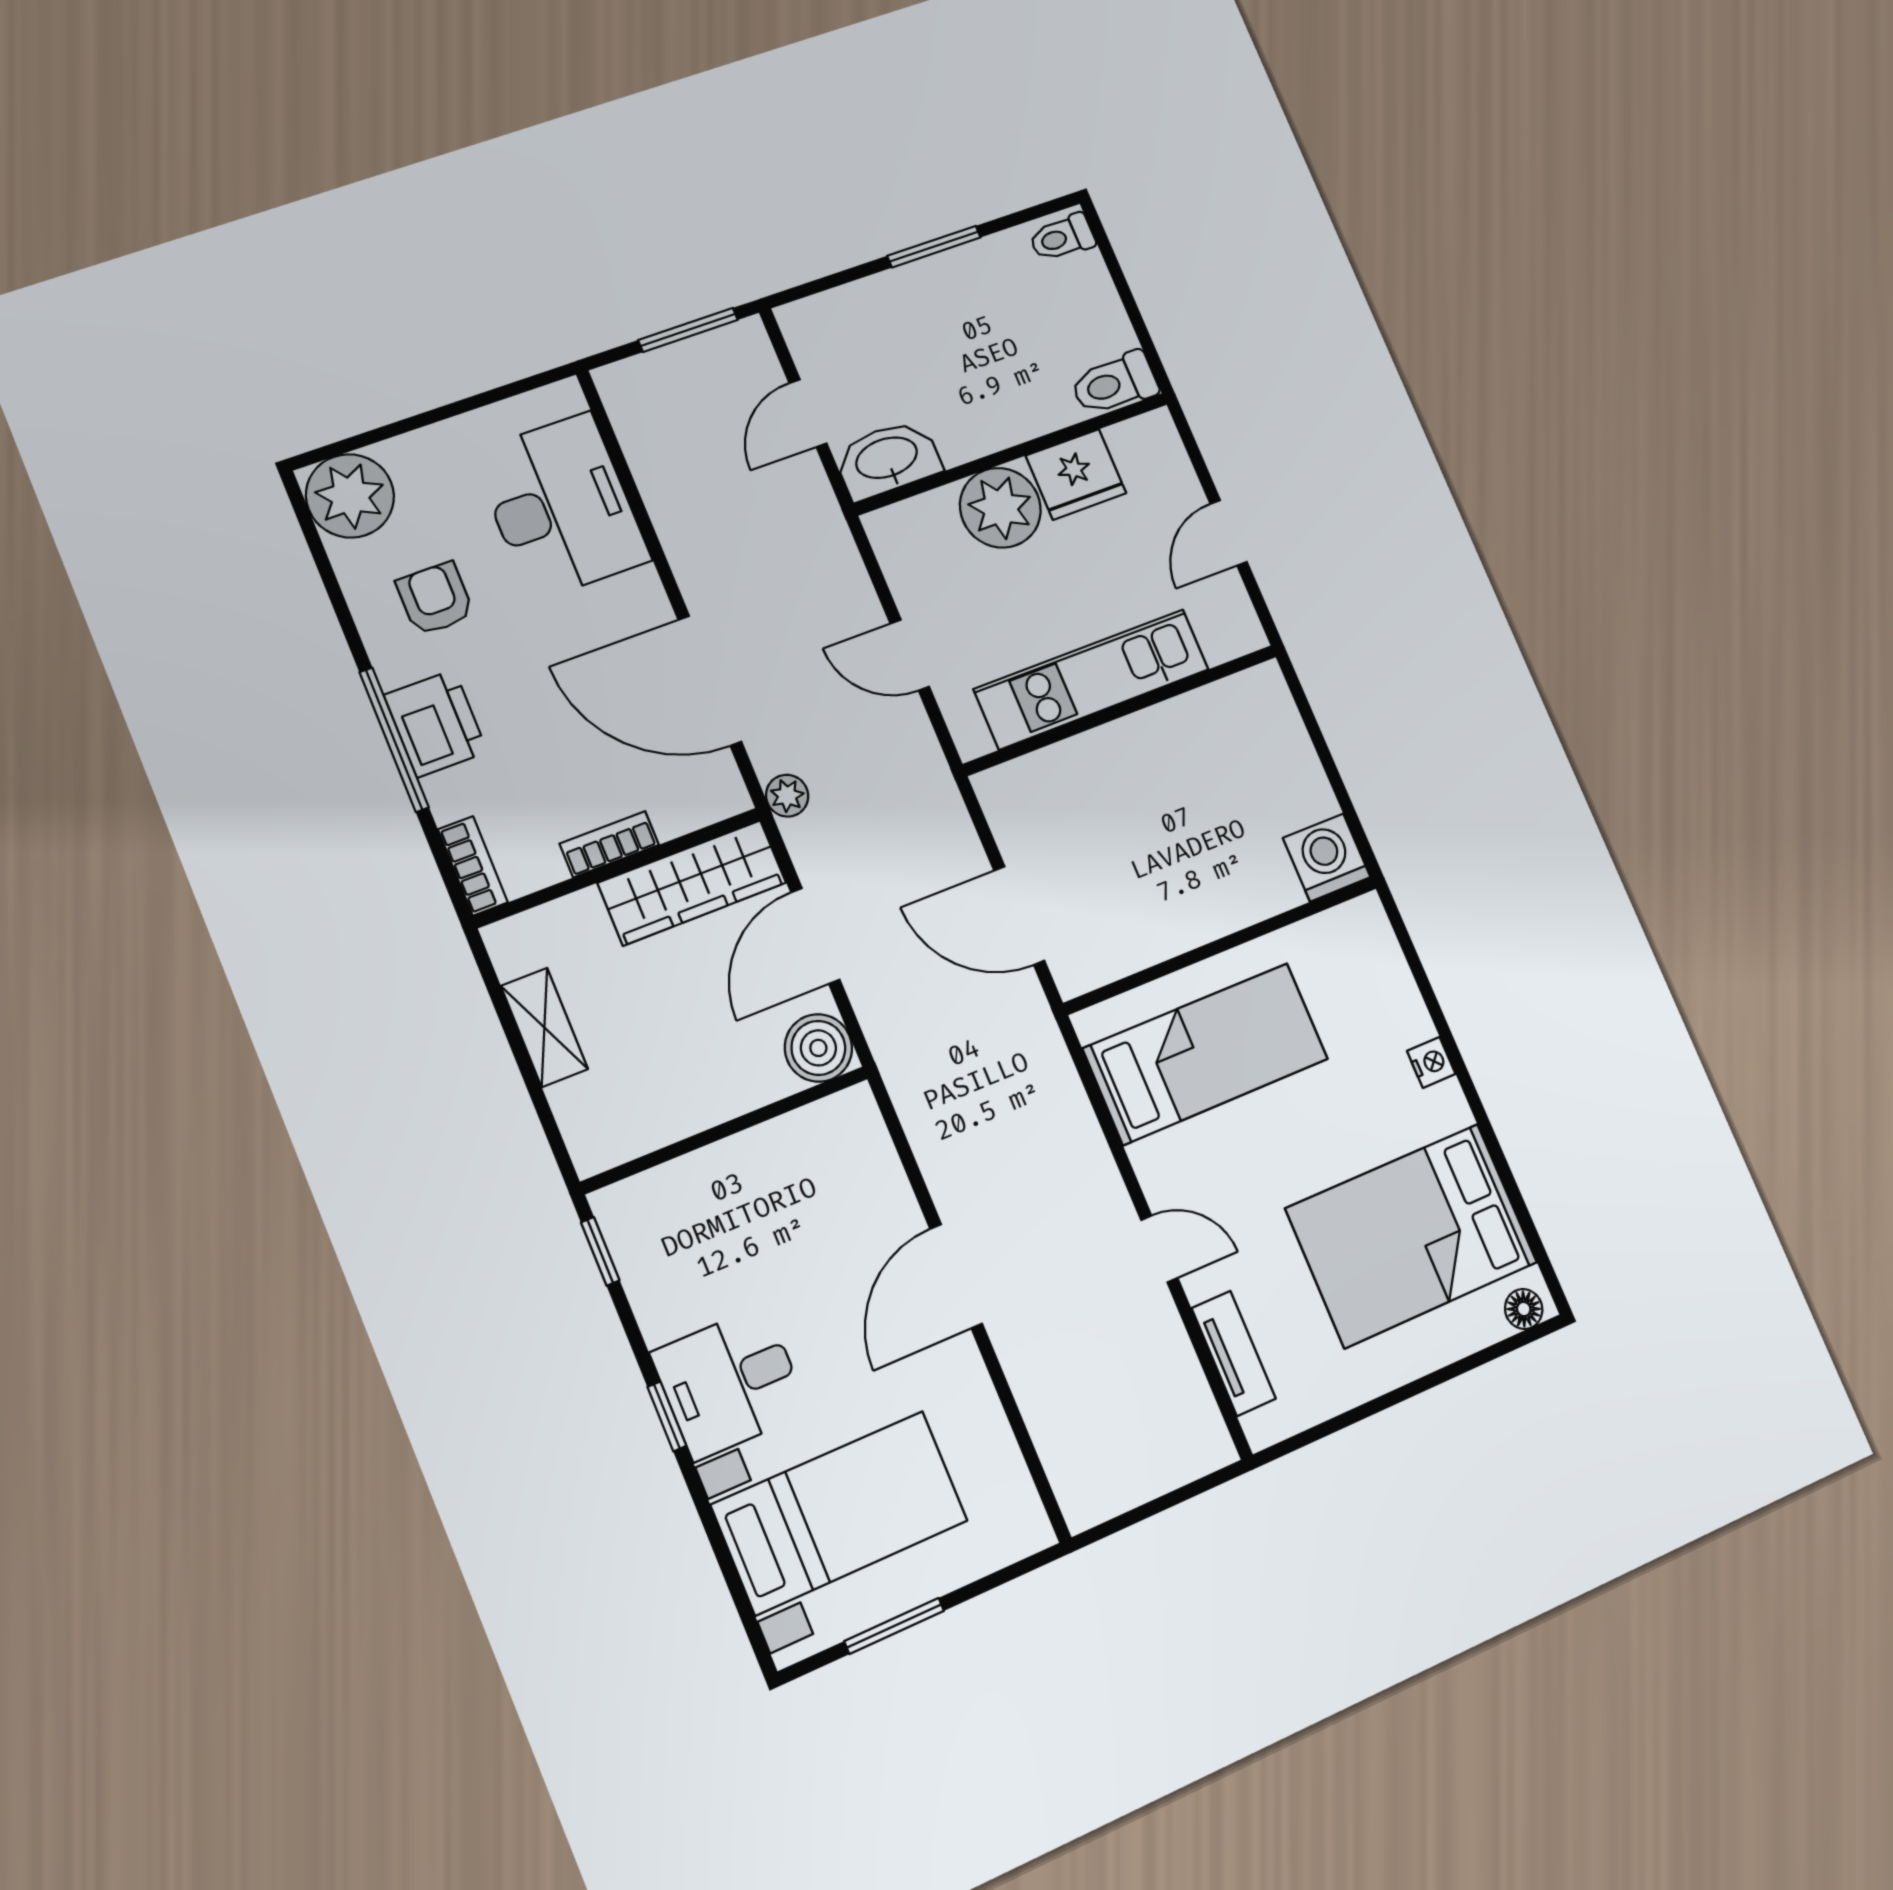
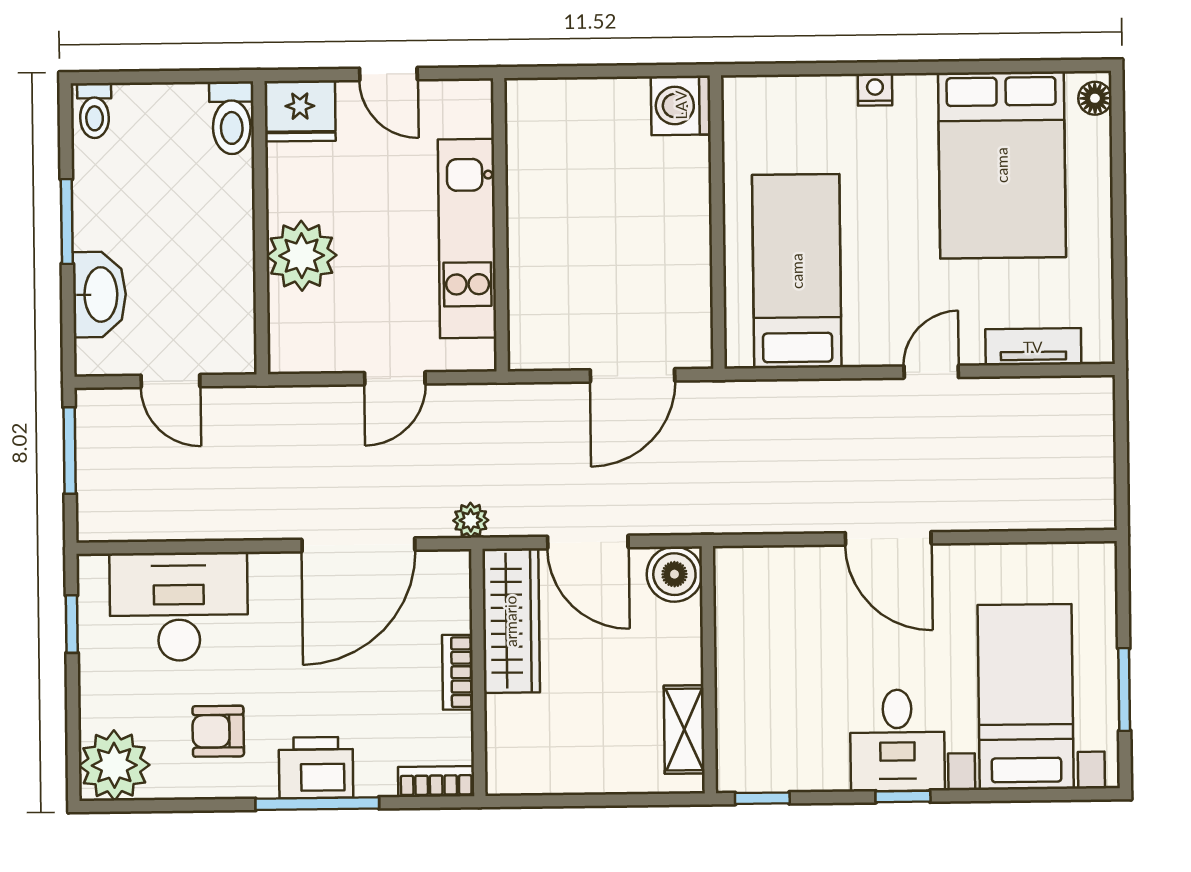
window: (495, 395) -> (72, 624), added
washbasin: (887, 459) -> (99, 295), moved, turned 180
fridge: (1076, 474) -> (300, 111), moved, turned 90
shelving: (544, 1027) -> (684, 730), moved, turned 90

